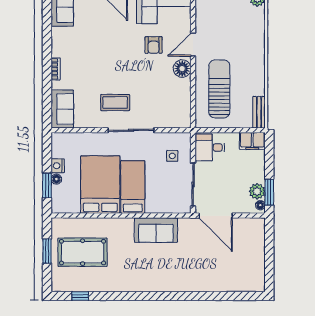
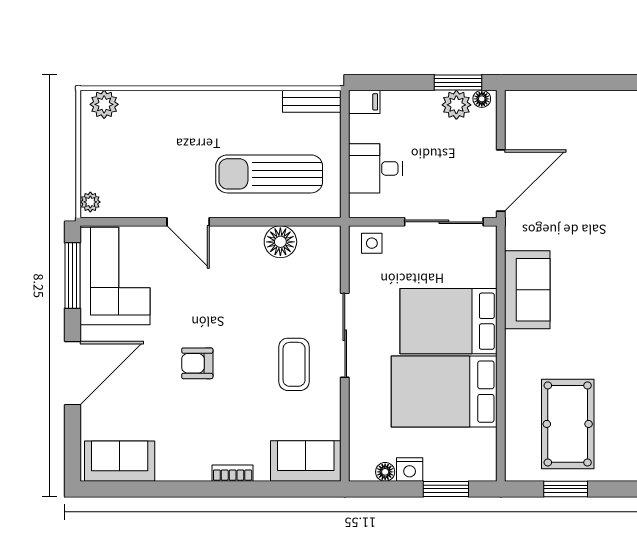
armchair: (154, 45) -> (197, 363), moved, turned 180
floor lamp: (182, 69) -> (280, 242), moved
filing cabinet: (252, 141) -> (364, 102), width x0.50
desk: (210, 147) -> (375, 168), moved, turned 90
side table: (172, 156) -> (372, 243), moved
floor lamp: (56, 179) -> (385, 472), moved
bed: (133, 187) -> (448, 321), width x1.50

